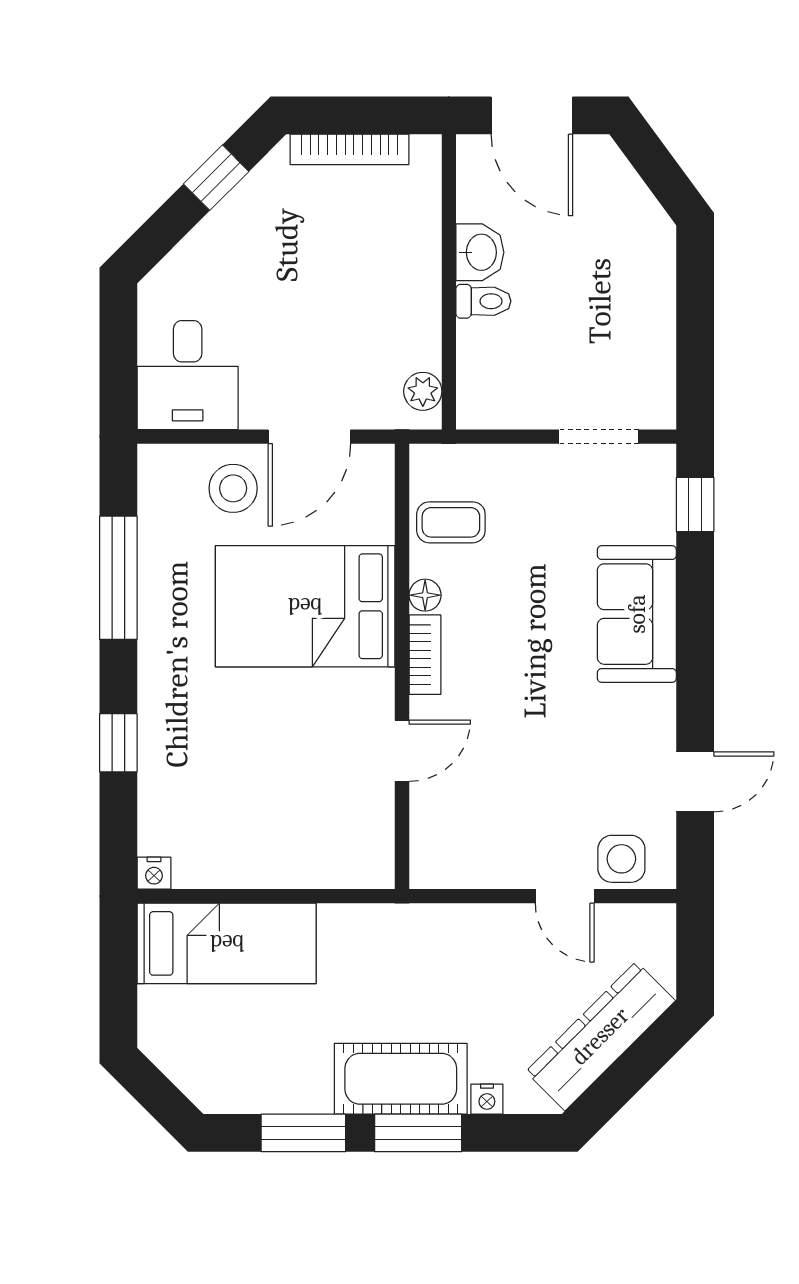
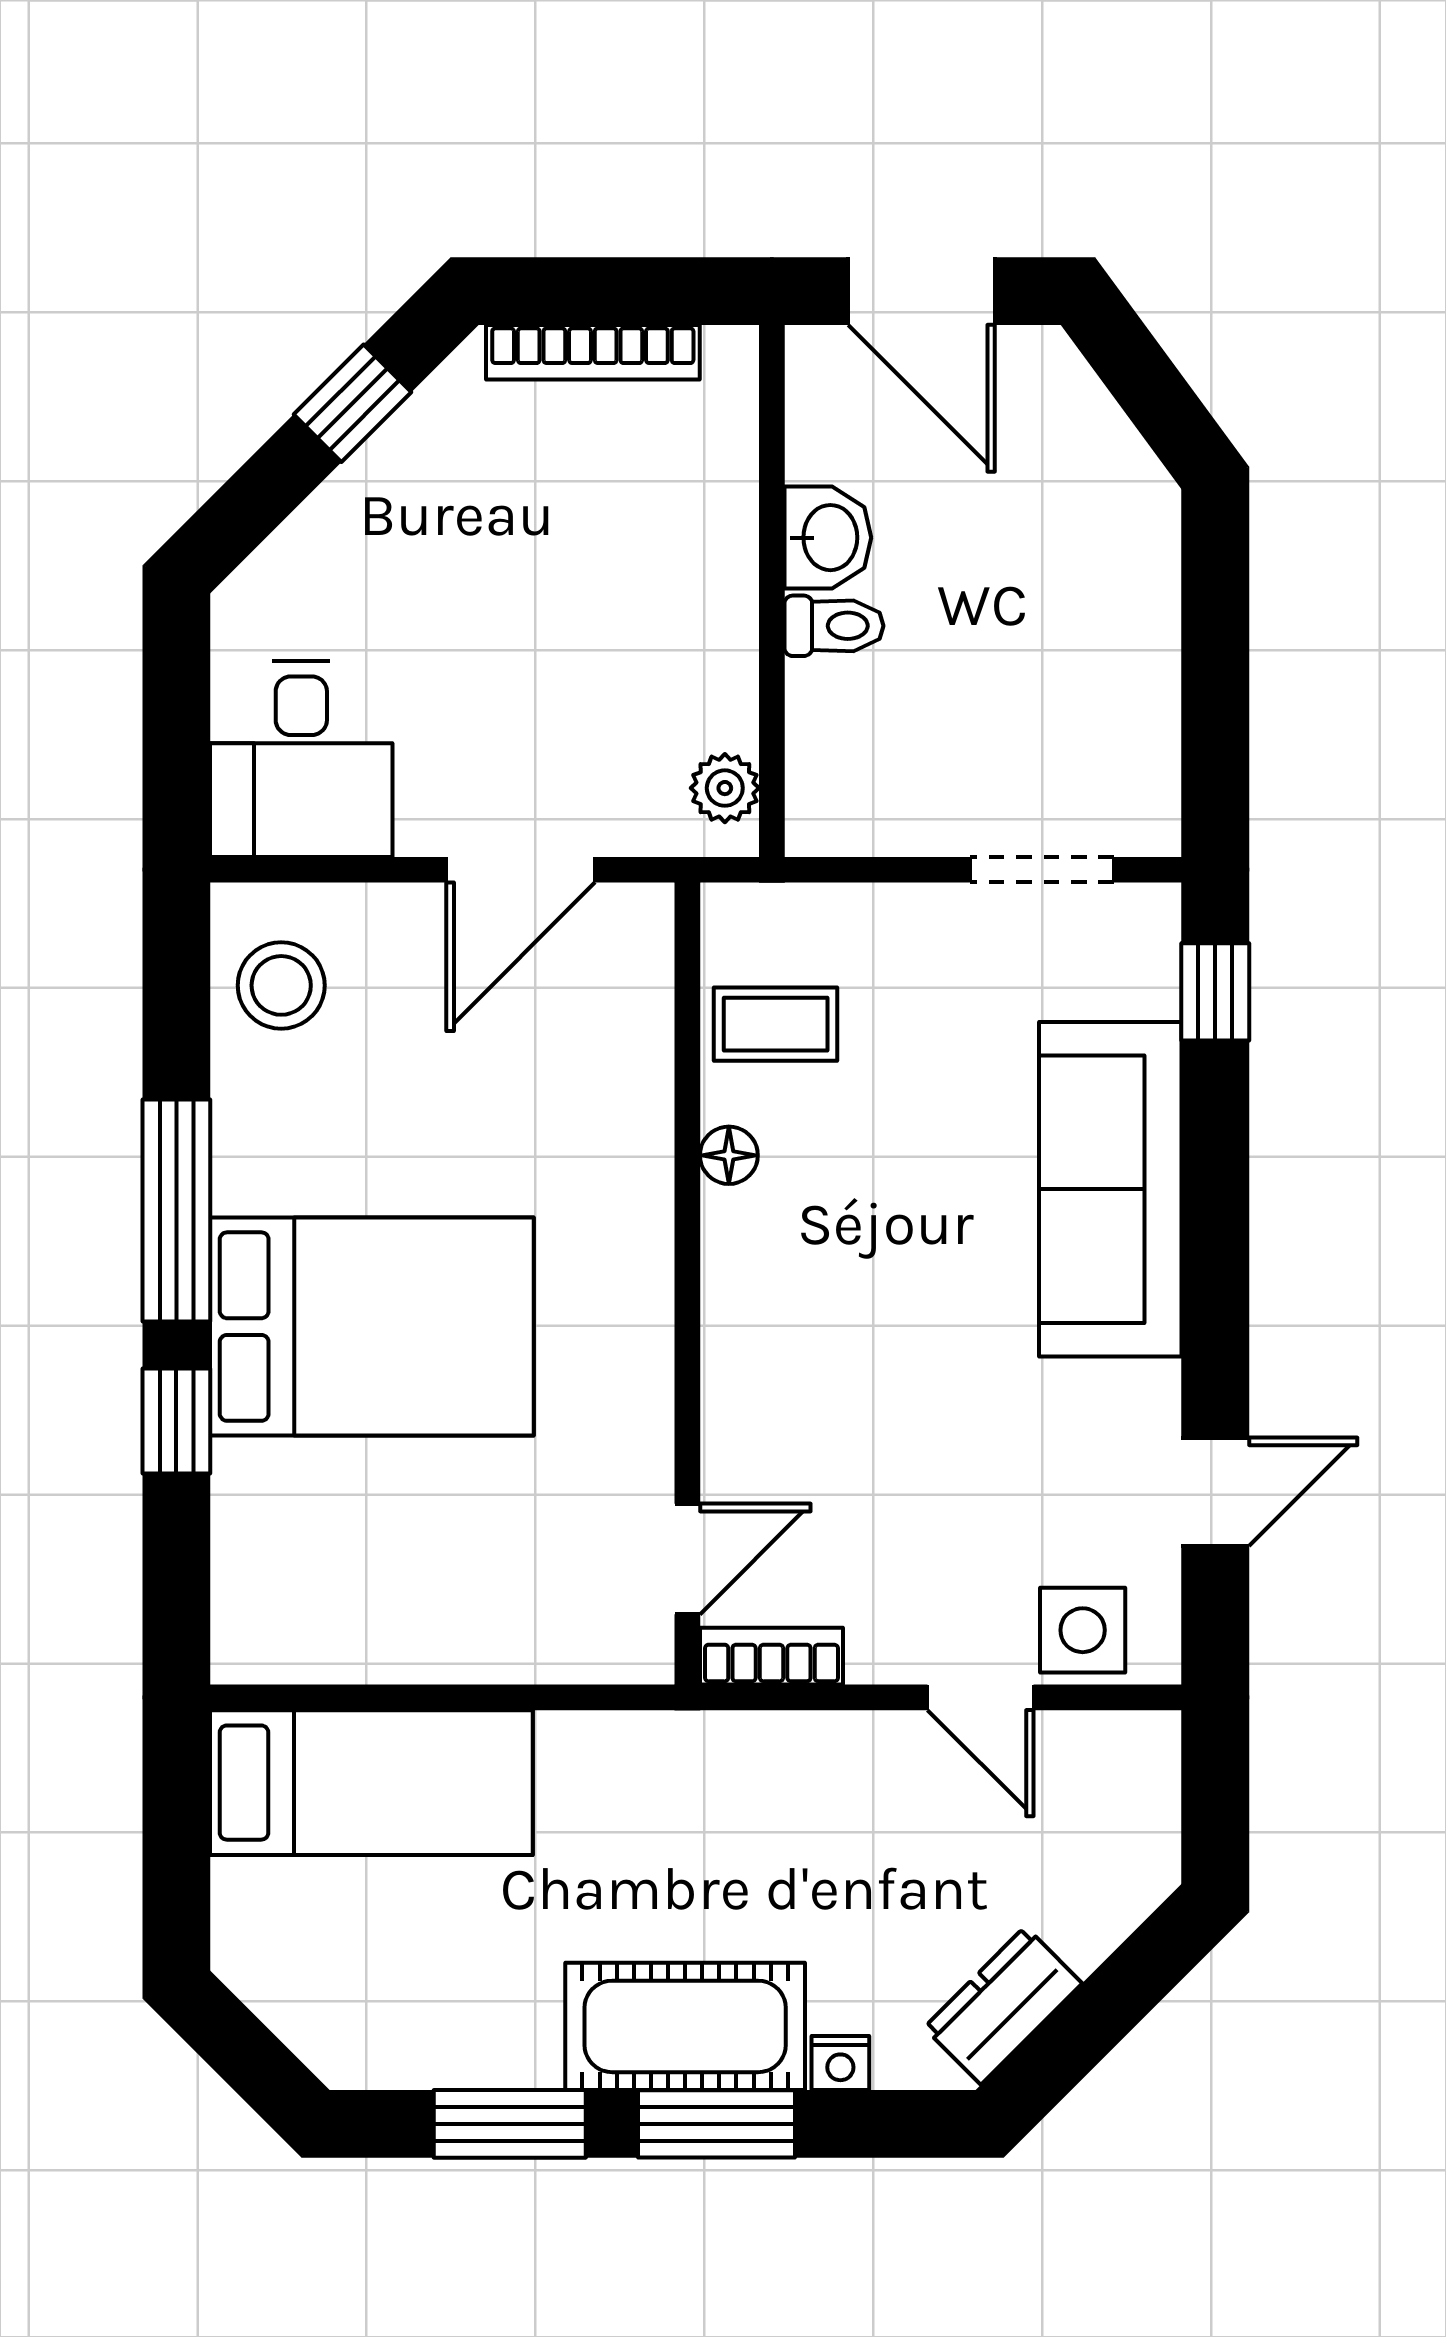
stool: (233, 488) -> (281, 985), moved
window: (118, 578) -> (176, 1210), moved
bed: (305, 606) -> (372, 1327), moved, turned 180
sofa: (637, 614) -> (1110, 1189), width x1.36
bookcase: (425, 655) -> (771, 1656), moved, turned -90
door: (402, 751) -> (687, 1559), moved
nightstand: (154, 873) -> (241, 1656), removed
dresser: (600, 1036) -> (1003, 2005), width x0.51, depth x0.80

